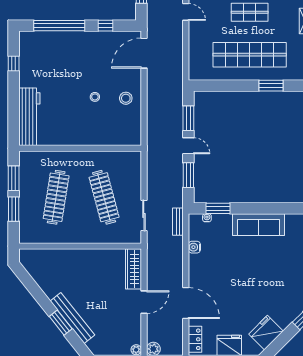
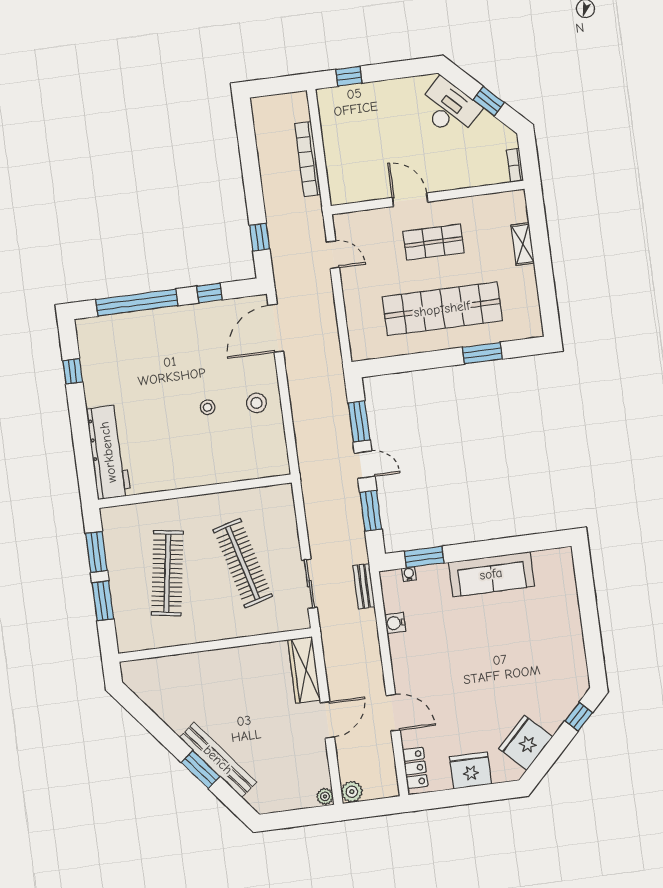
door: (186, 303) -> (393, 713), width x0.73

